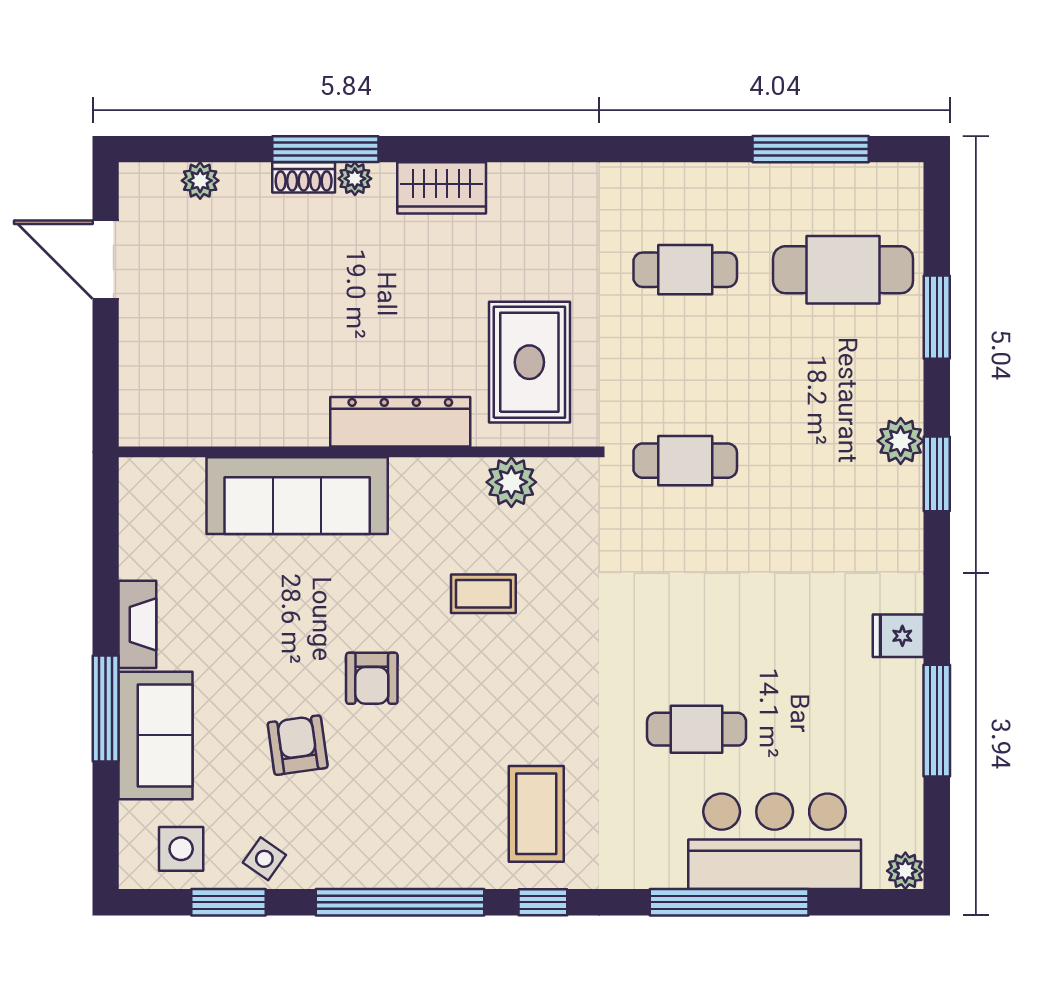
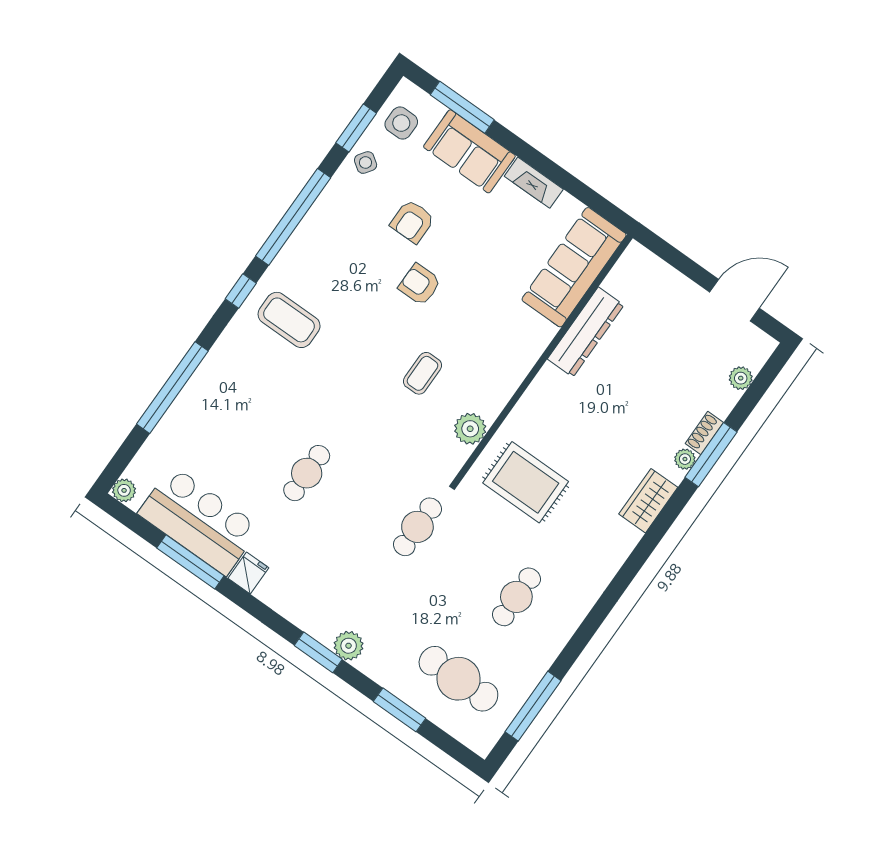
cafe table: (843, 270) -> (458, 679), turned 90
dresser: (400, 422) -> (586, 332), moved
sofa: (297, 496) -> (574, 267), moved
window: (106, 709) -> (462, 107), moved
cafe table: (697, 729) -> (307, 473), moved
armchair: (298, 745) -> (412, 221), turned 98
bar counter: (775, 841) -> (199, 521), moved, turned -90

